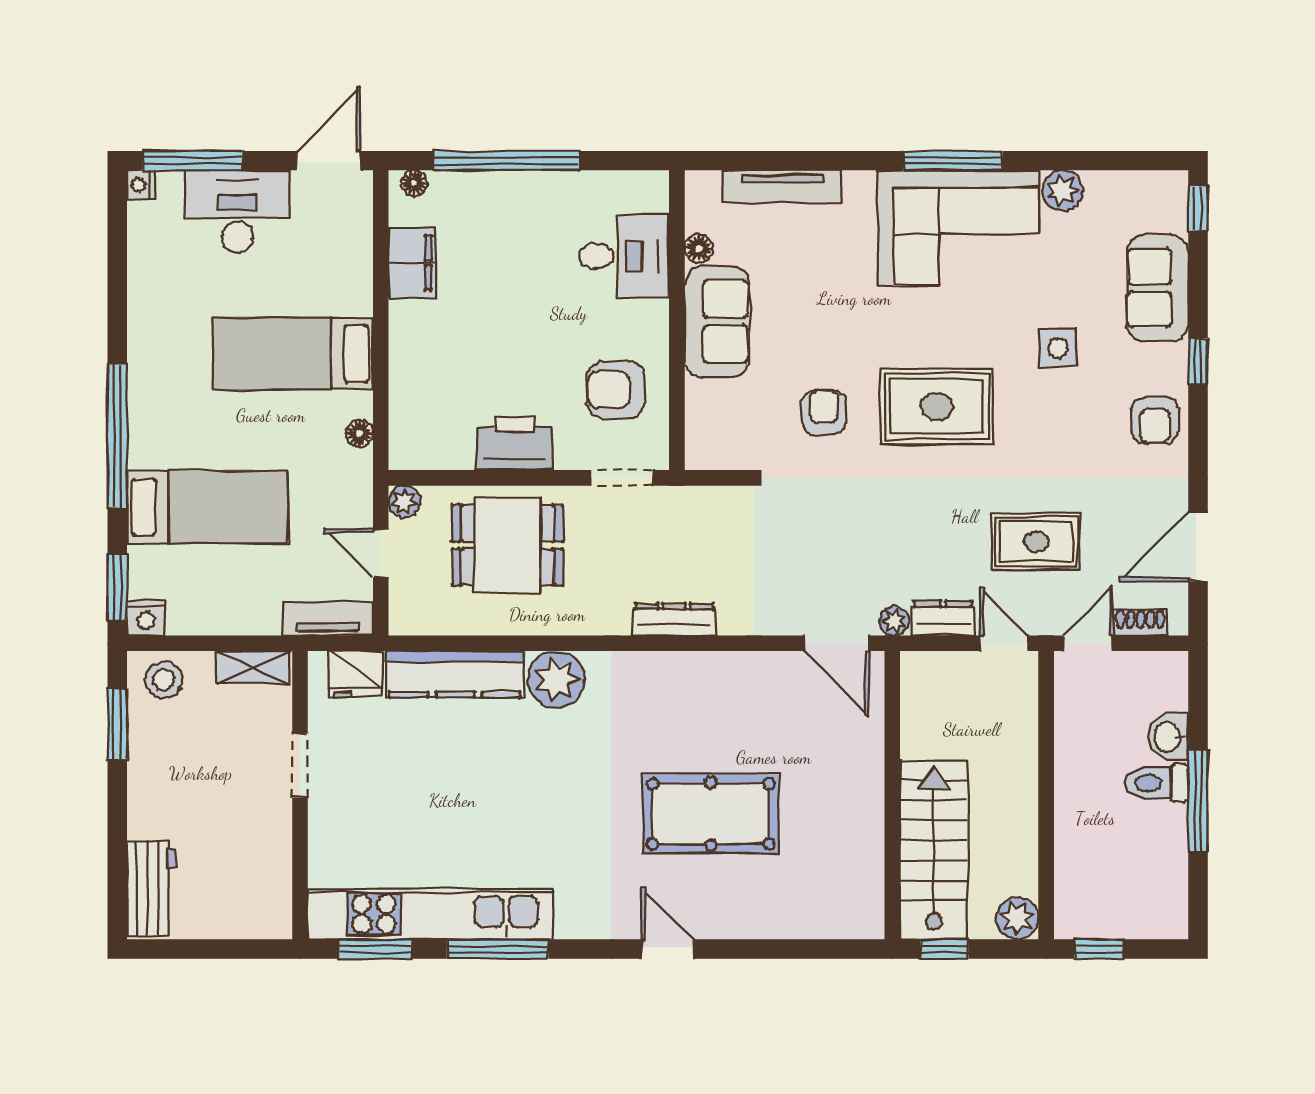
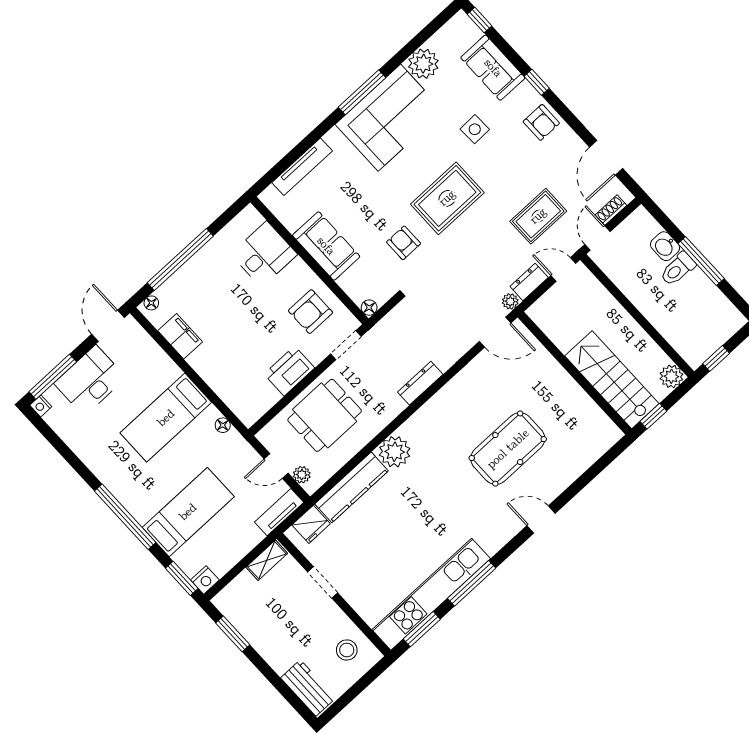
plant: (1062, 190) -> (423, 64), width x1.36, depth x1.36
floor lamp: (699, 248) -> (369, 308), moved
plant: (404, 501) -> (302, 475), moved
stool: (164, 680) -> (347, 650), moved

